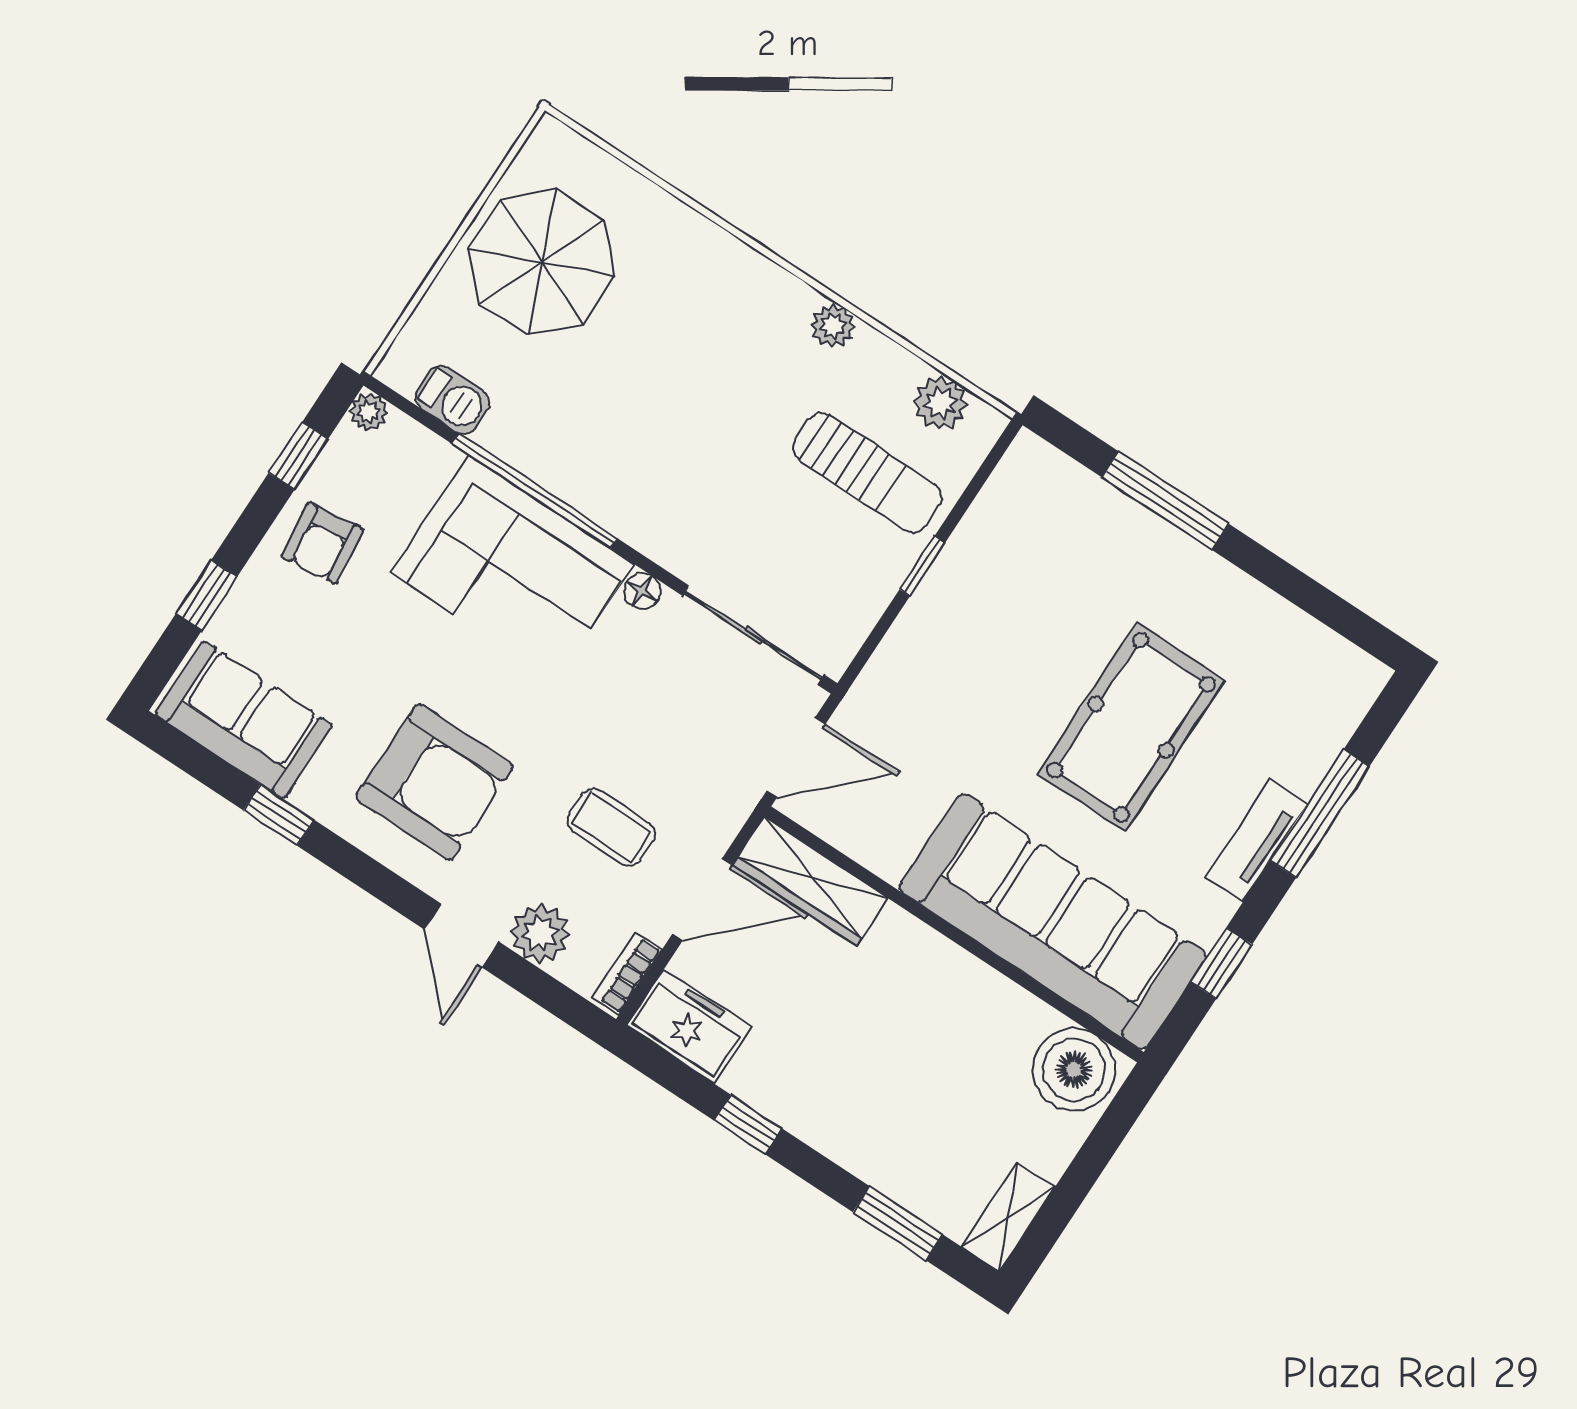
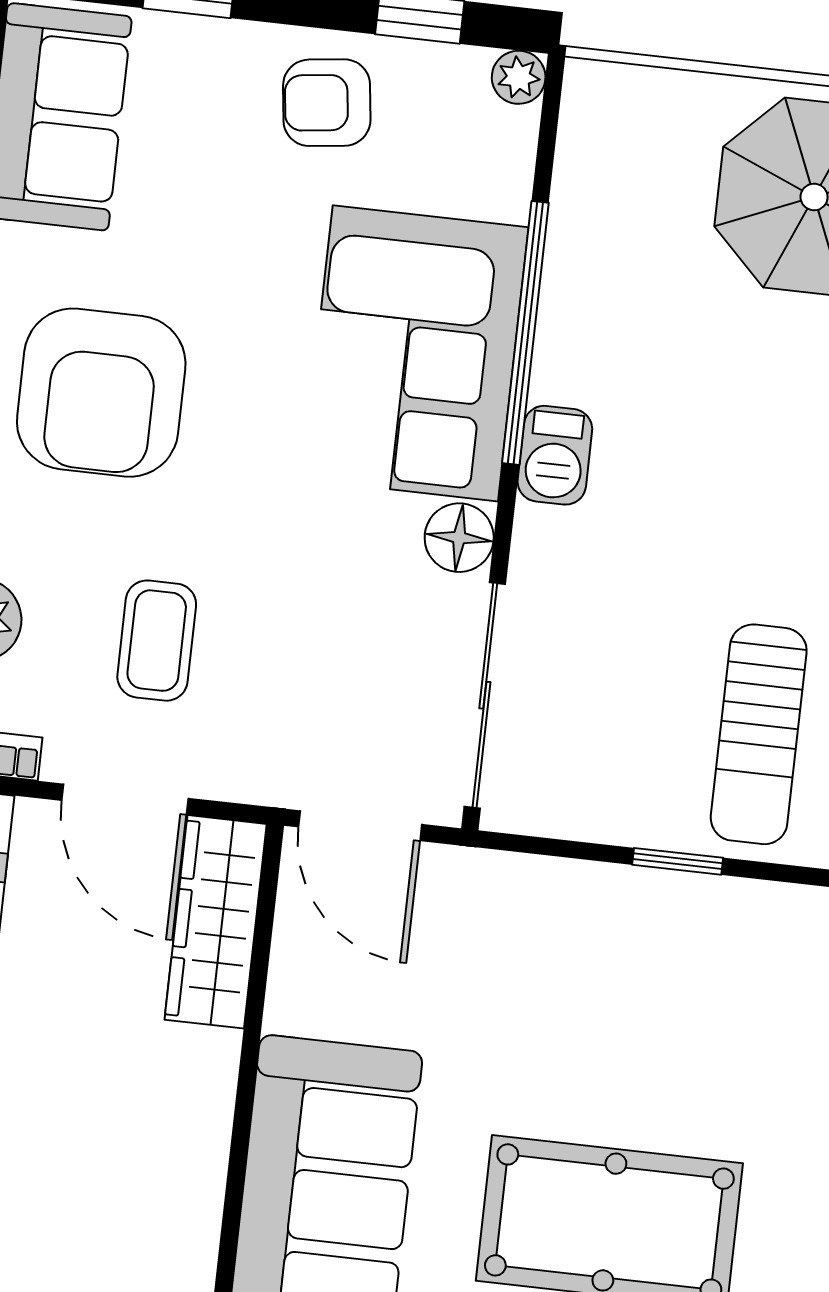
barbecue: (452, 400) -> (555, 455), moved
floor lamp: (642, 591) -> (459, 538), width x1.37, depth x1.37

